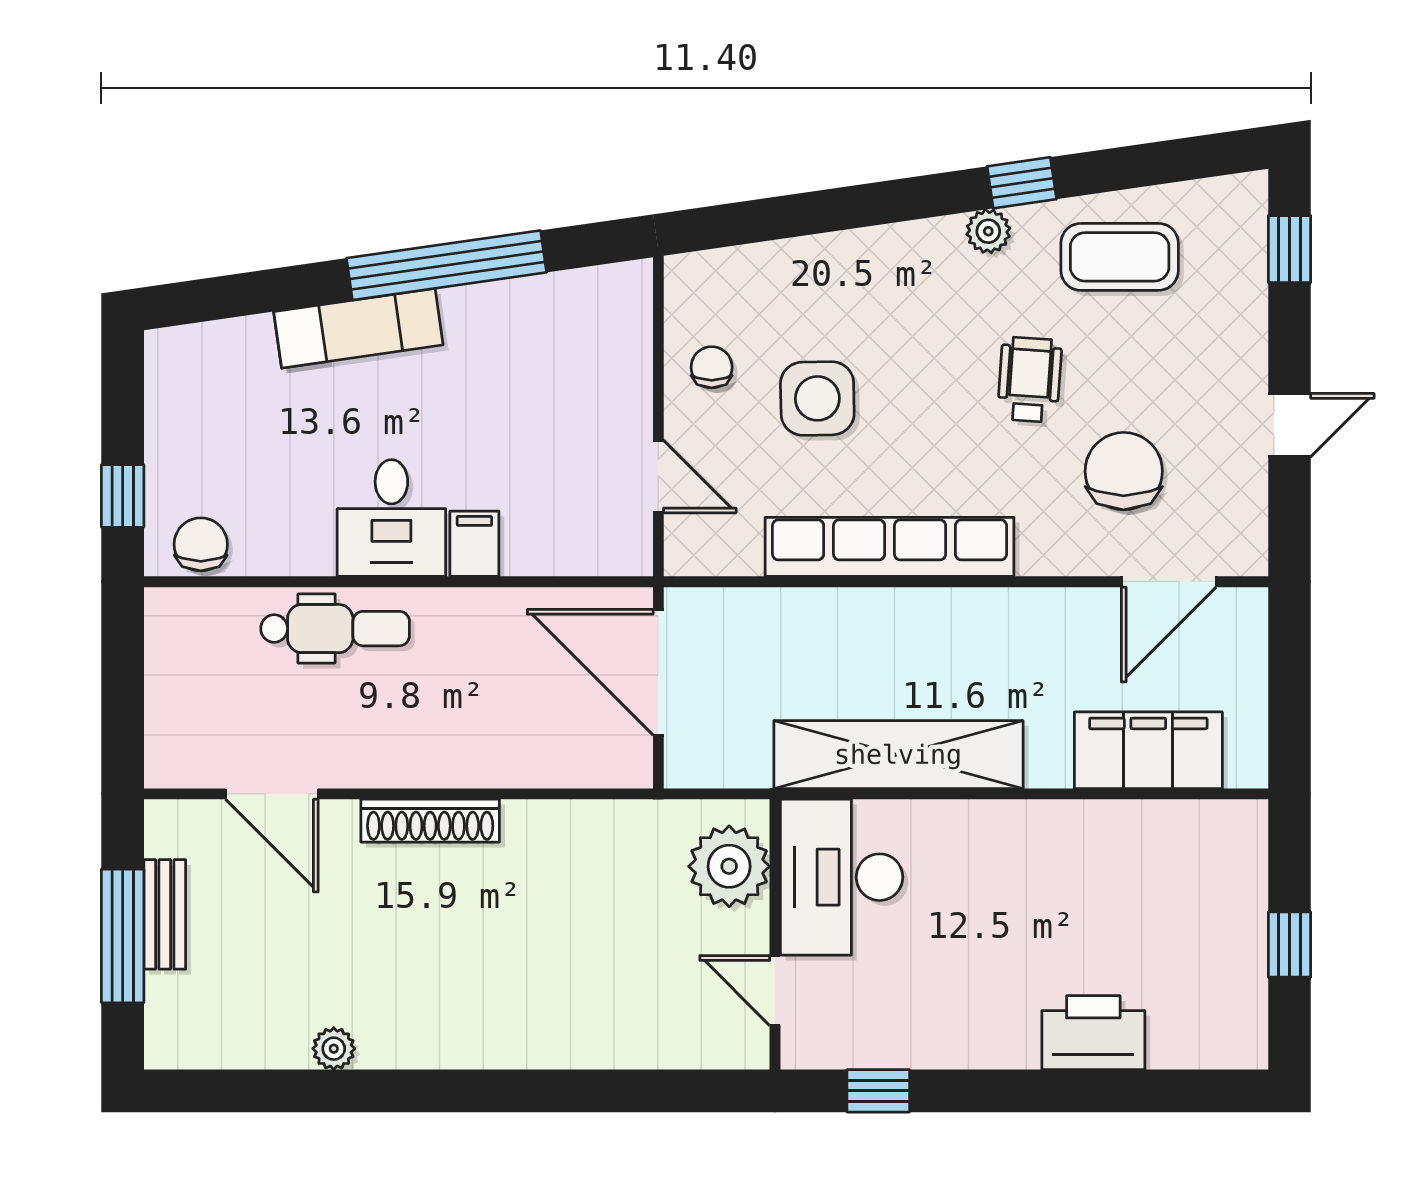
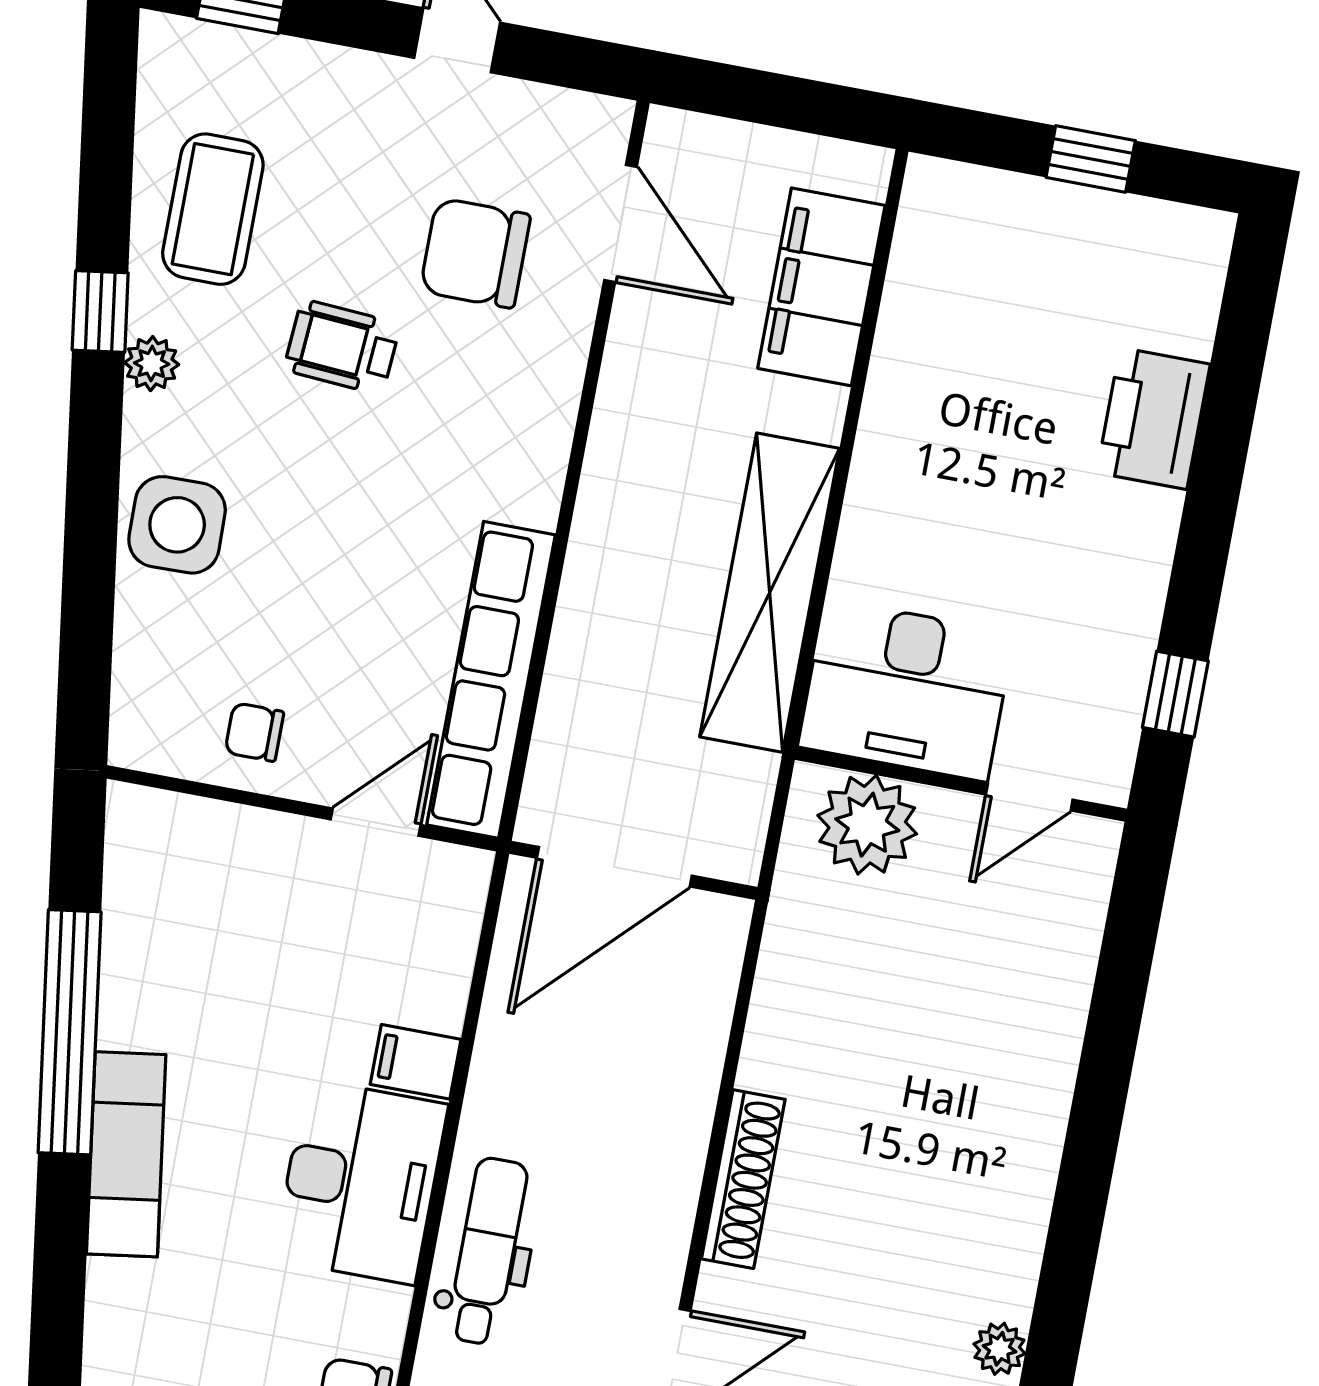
side table: (817, 398) -> (177, 525), moved
desk: (391, 518) -> (361, 1182), width x1.37
row of seats: (890, 547) -> (491, 680), moved

